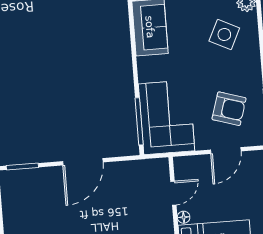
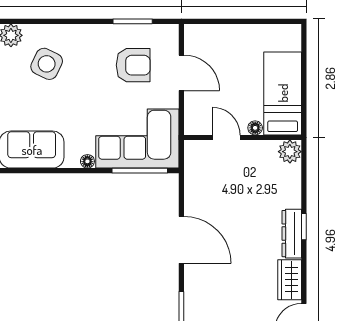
floor lamp: (144, 76) -> (87, 161), added
armchair: (229, 109) -> (133, 65), turned 73

